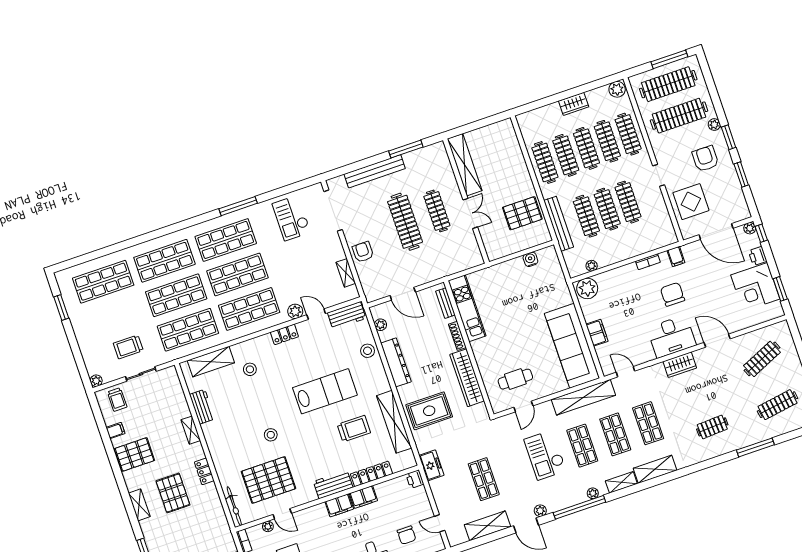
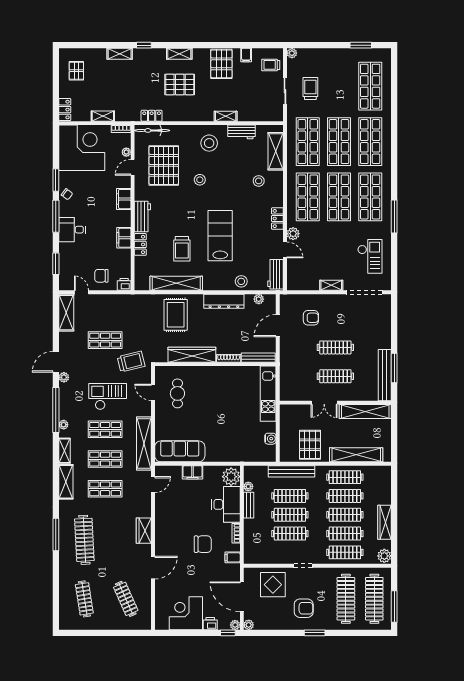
wardrobe: (574, 104) -> (385, 522), width x1.50
plant: (714, 125) -> (249, 625), moved
shelving: (516, 158) -> (356, 455), added
bench: (375, 171) -> (385, 375), moved
window: (741, 174) -> (281, 633), removed
checkout: (291, 218) -> (370, 256), turned 90
clothes rail: (405, 222) -> (335, 347), width x0.73, depth x0.76
door: (716, 231) -> (242, 597), hinge flipped
armchair: (363, 252) -> (311, 318), moved
bench: (612, 258) -> (249, 505), added
shelving: (346, 273) -> (331, 285), moved
window: (780, 289) -> (177, 633), removed
bench: (445, 303) -> (258, 358), width x1.36
kitchen unit: (467, 308) -> (268, 394), moved, turned 90
door: (316, 314) -> (285, 250), hinge flipped
desk: (672, 336) -> (226, 504), moved, turned 180
sofa: (572, 346) -> (180, 451), width x0.74, depth x0.79
lab bench: (325, 391) -> (220, 236), turned 180
clothes rail: (712, 427) -> (84, 540), width x1.86, depth x1.31
stool: (227, 438) -> (209, 143), added
trolley: (498, 442) -> (131, 362), added
window: (755, 447) -> (56, 534), moved
freezer: (431, 465) -> (131, 302), removed
locker: (204, 471) -> (152, 116), moved
locker: (371, 474) -> (140, 244), width x0.66
filing cabinet: (339, 505) -> (124, 199), moved
door: (440, 523) -> (81, 292), hinge flipped
shelving: (487, 526) -> (66, 313), moved
chair: (407, 535) -> (101, 276), moved

